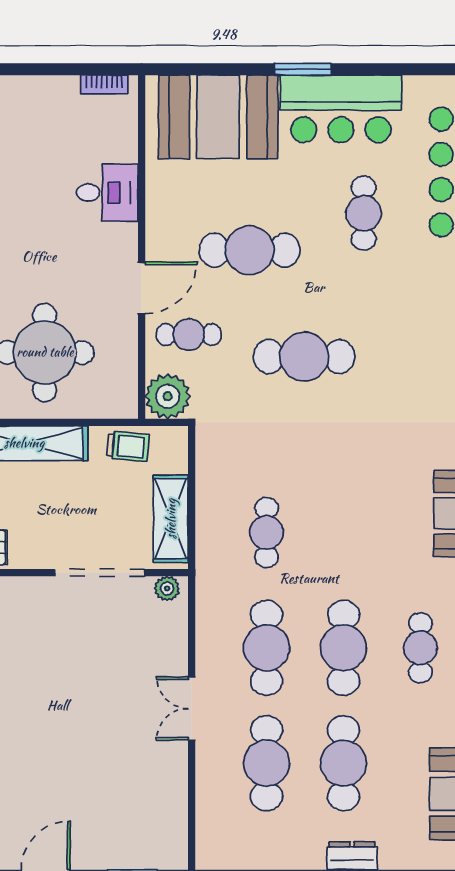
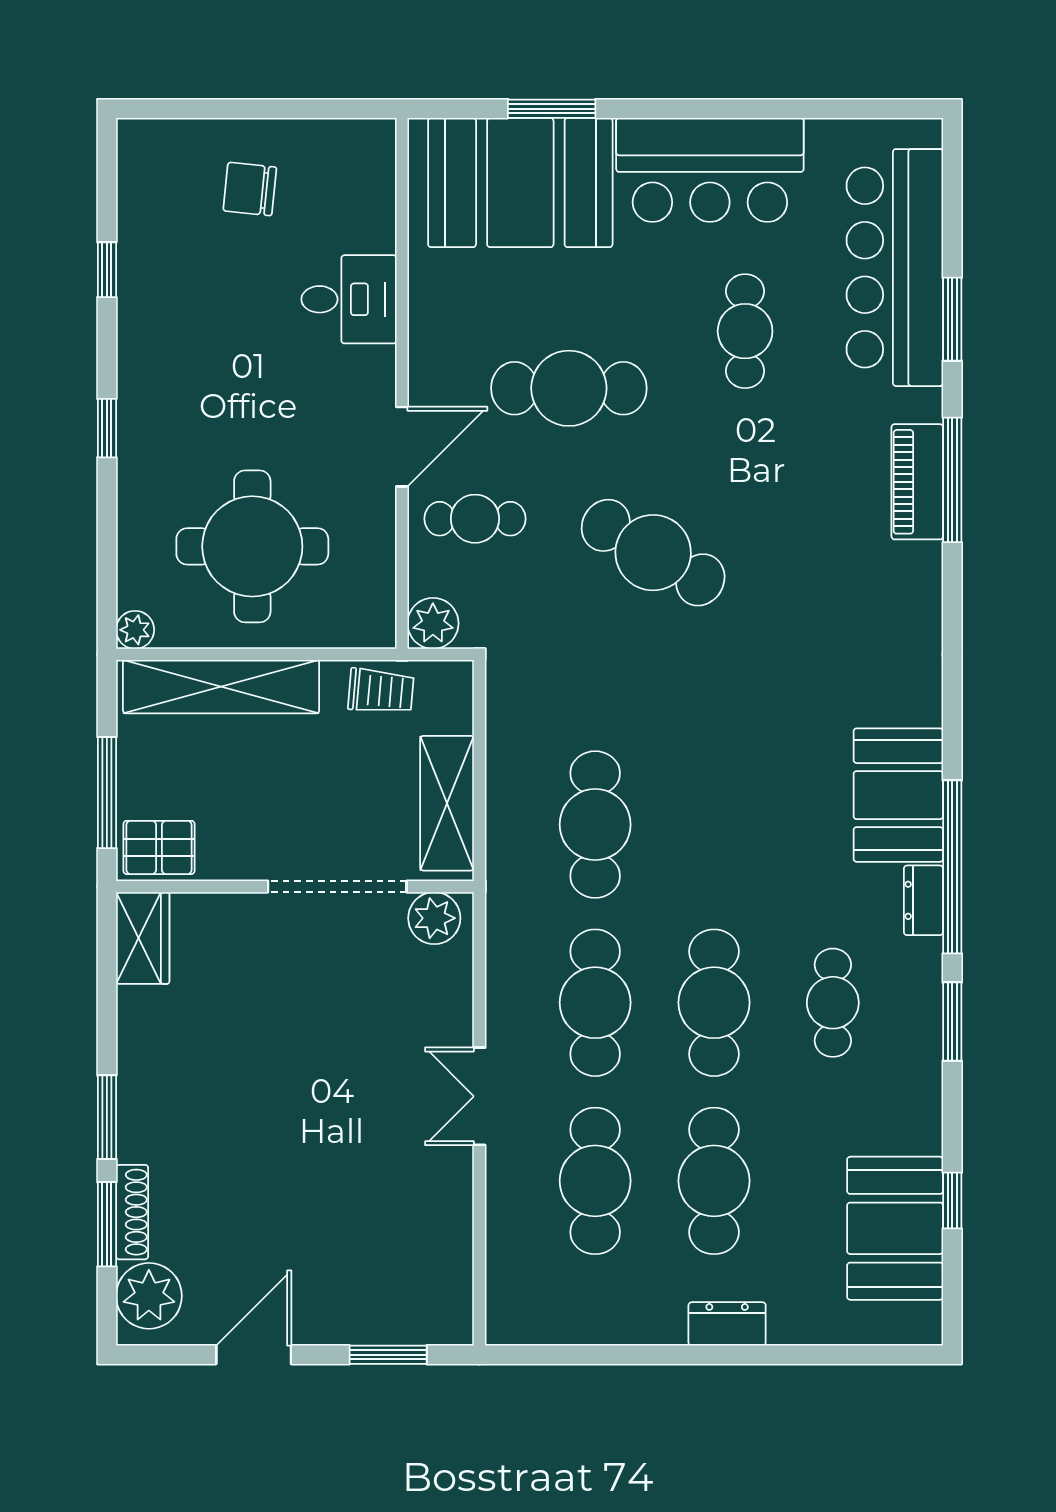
window: (303, 69) -> (552, 109), moved
bookcase: (104, 85) -> (344, 132), removed
chair: (43, 121) -> (250, 189), added
cafe table: (304, 357) -> (653, 553), turned 30
plant: (168, 396) -> (433, 623), width x0.73, depth x0.73
cafe table: (267, 533) -> (595, 825), width x1.37, depth x1.35
plant: (167, 588) -> (434, 918), width x1.38, depth x1.38

